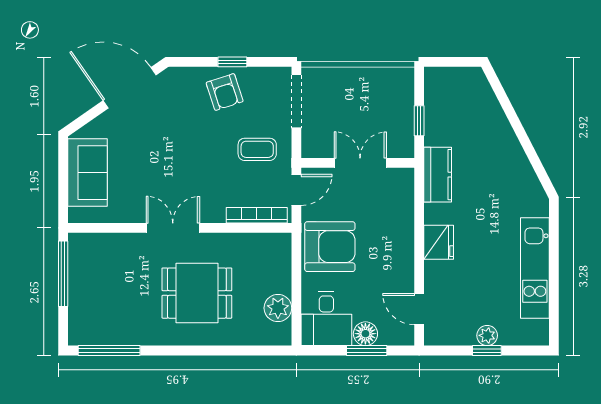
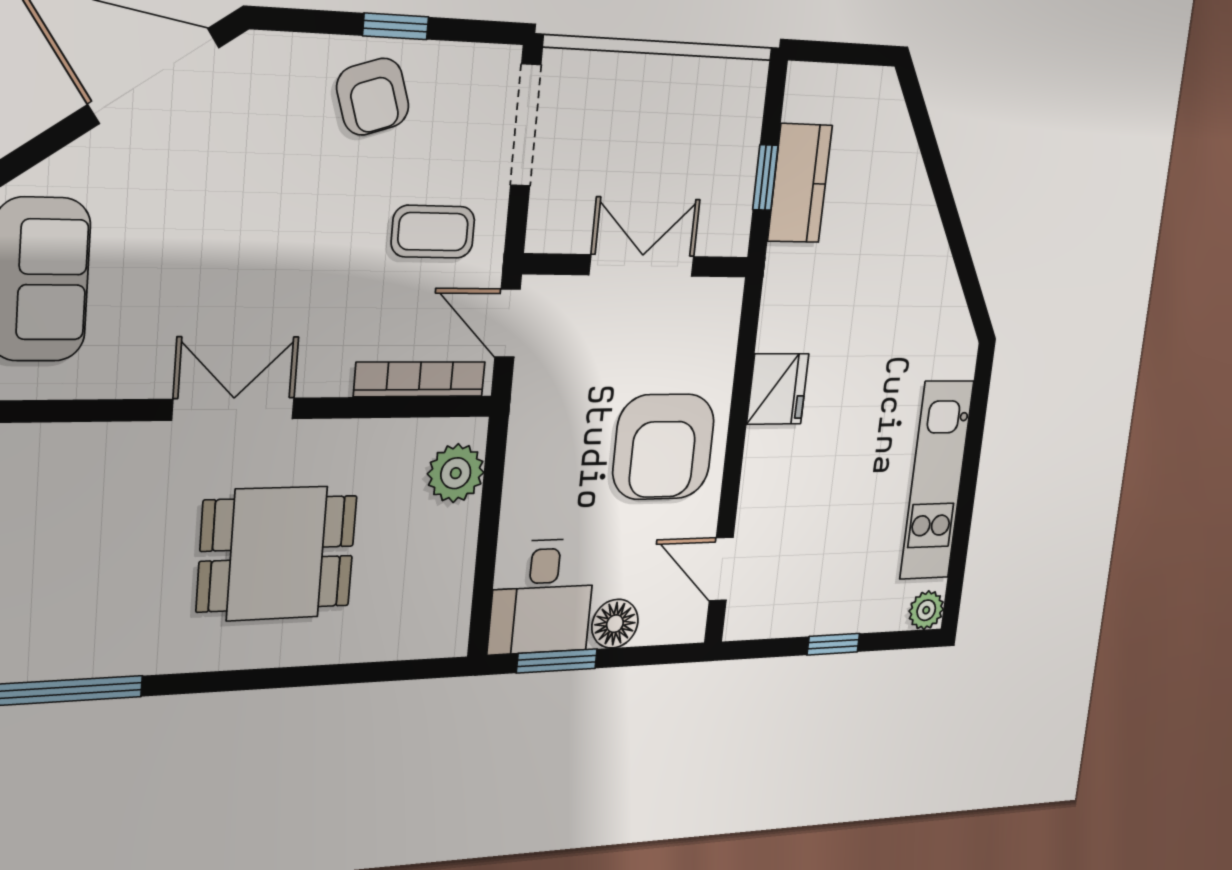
kitchen counter: (438, 175) -> (800, 183), moved
door: (296, 190) -> (507, 323), swing flipped
fridge: (439, 242) -> (778, 389), moved
armchair: (330, 247) -> (663, 447), moved, turned 90
plant: (278, 308) -> (456, 473), moved
plant: (487, 335) -> (926, 610), moved
window: (367, 351) -> (557, 661), moved

